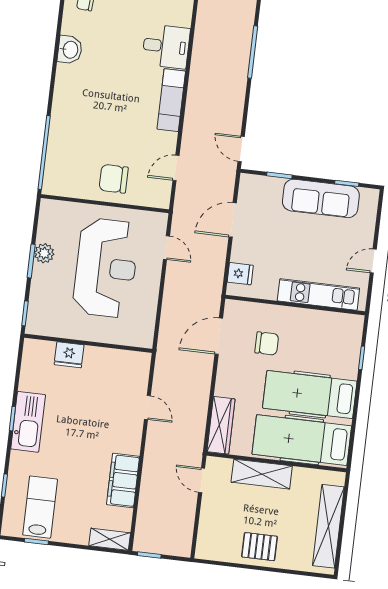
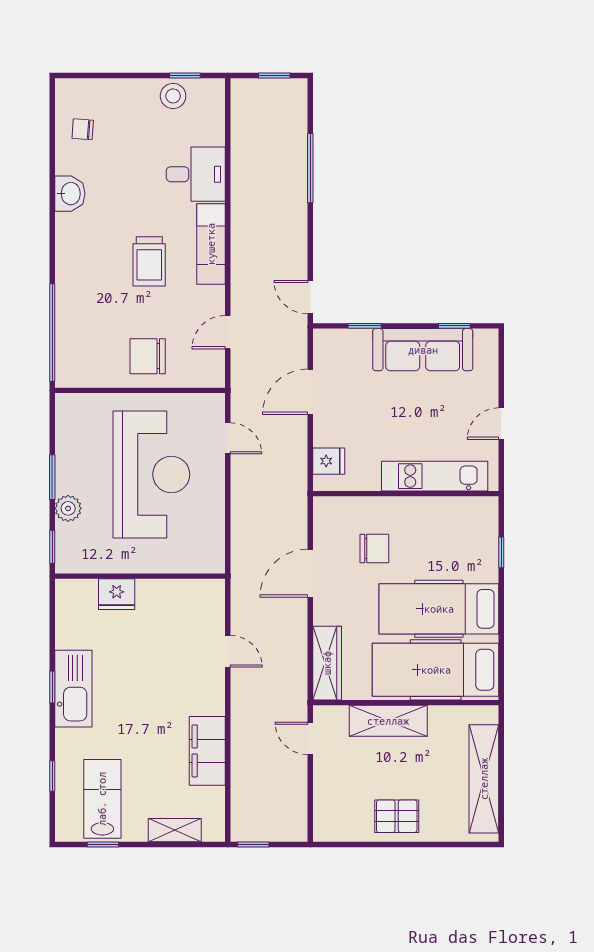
trolley: (123, 108) -> (149, 261), added
plant: (44, 253) -> (68, 508), moved
door: (219, 336) -> (310, 573), moved
shelving: (110, 539) -> (175, 830), moved

